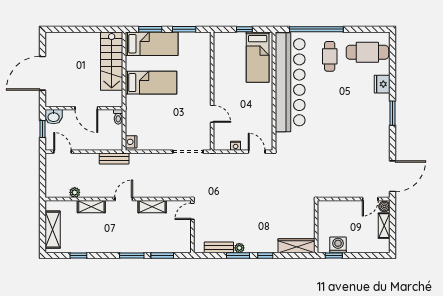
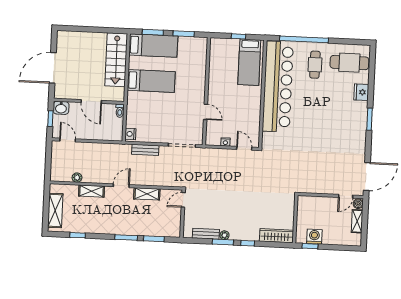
bench: (114, 159) -> (145, 150), moved

